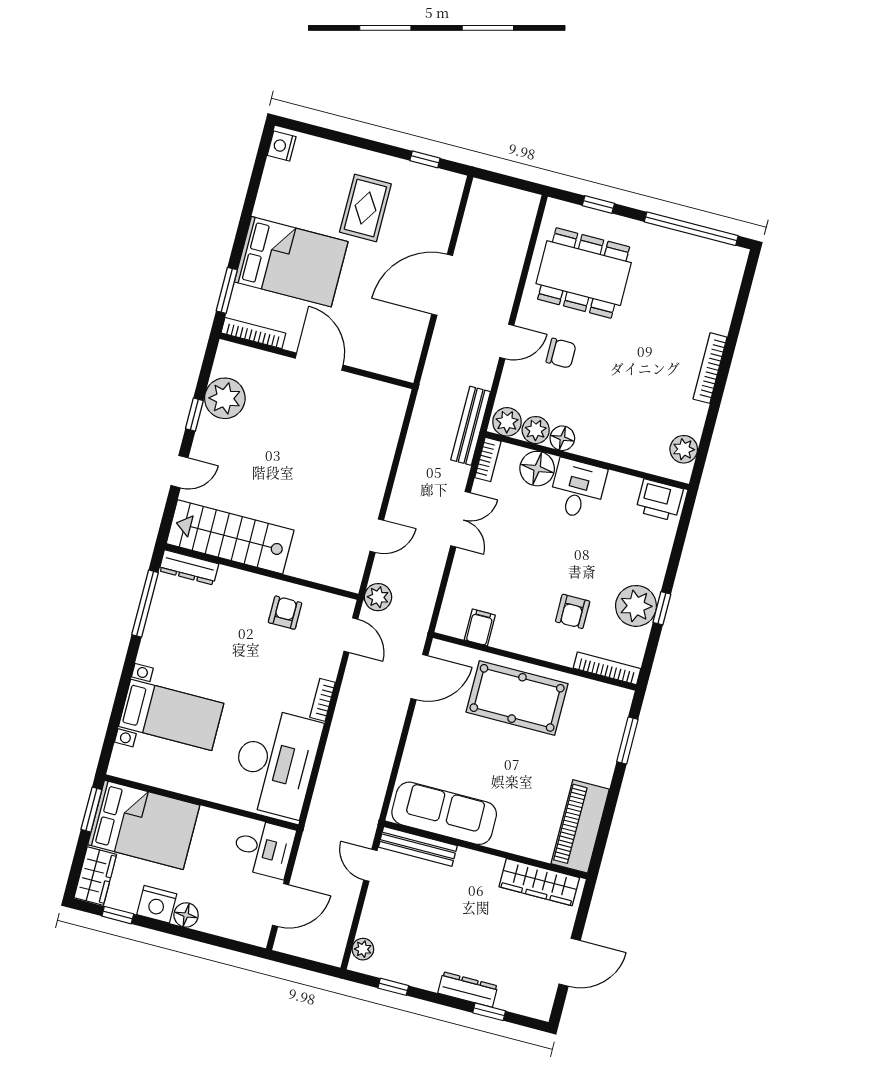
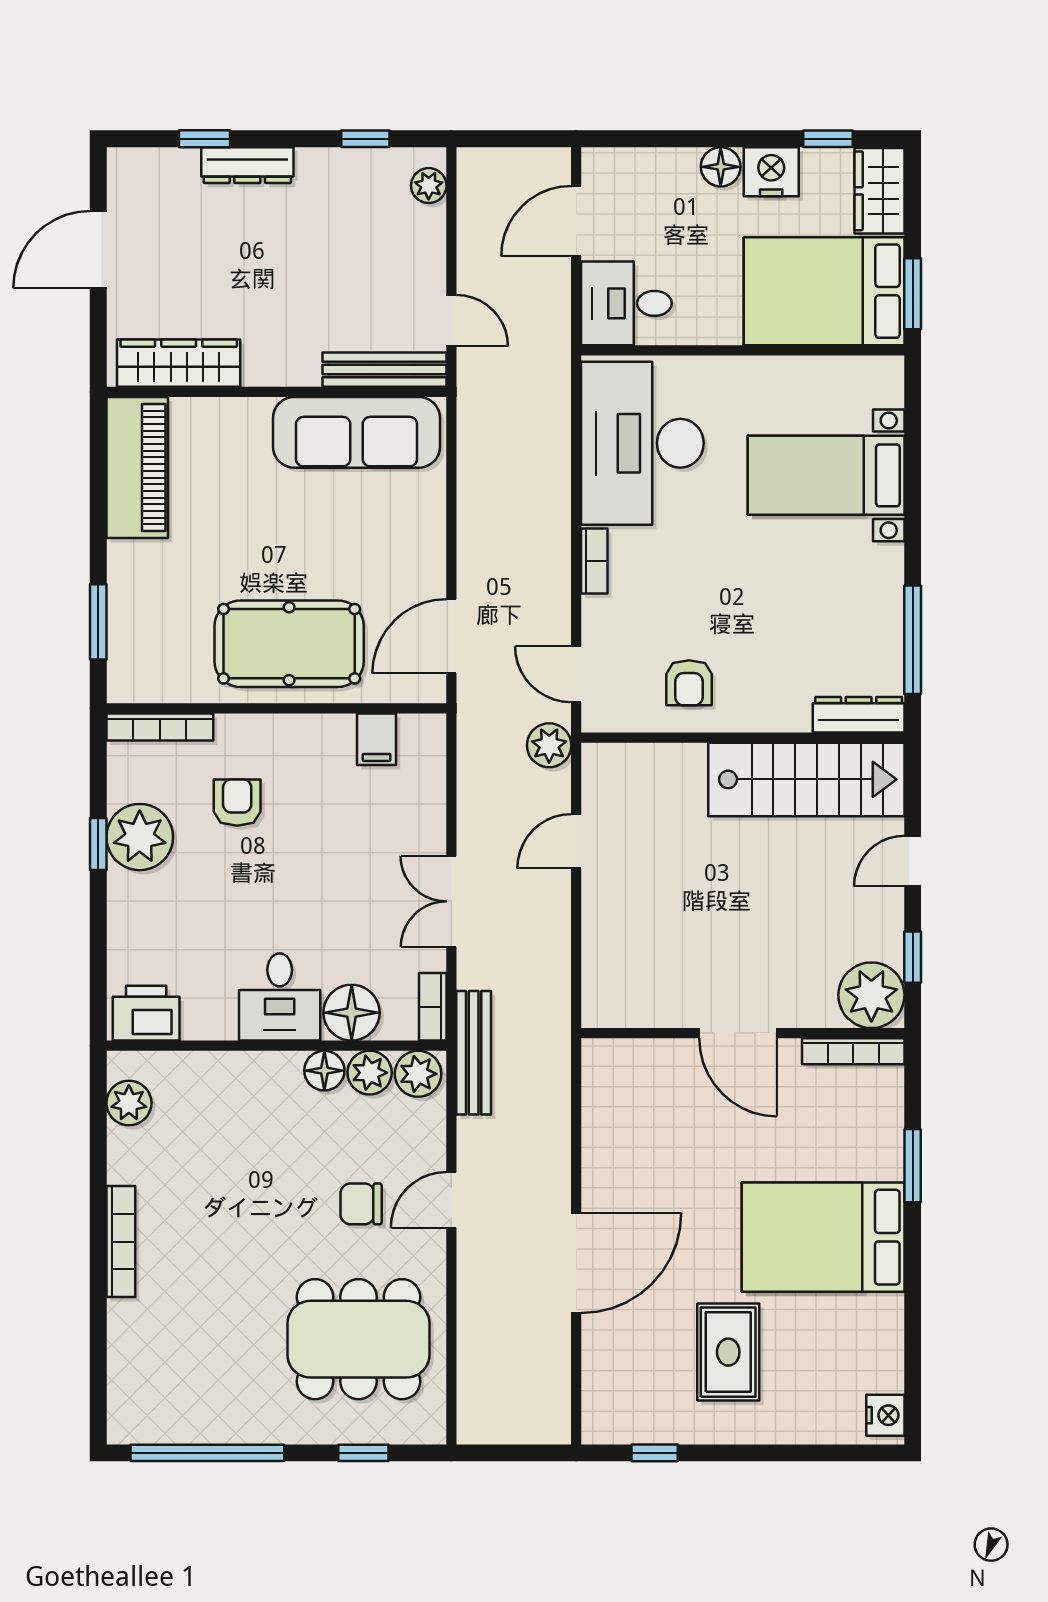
bookcase: (253, 333) -> (853, 1051), moved
wall: (316, 361) -> (743, 1033), moved
door: (319, 362) -> (738, 1033), moved

